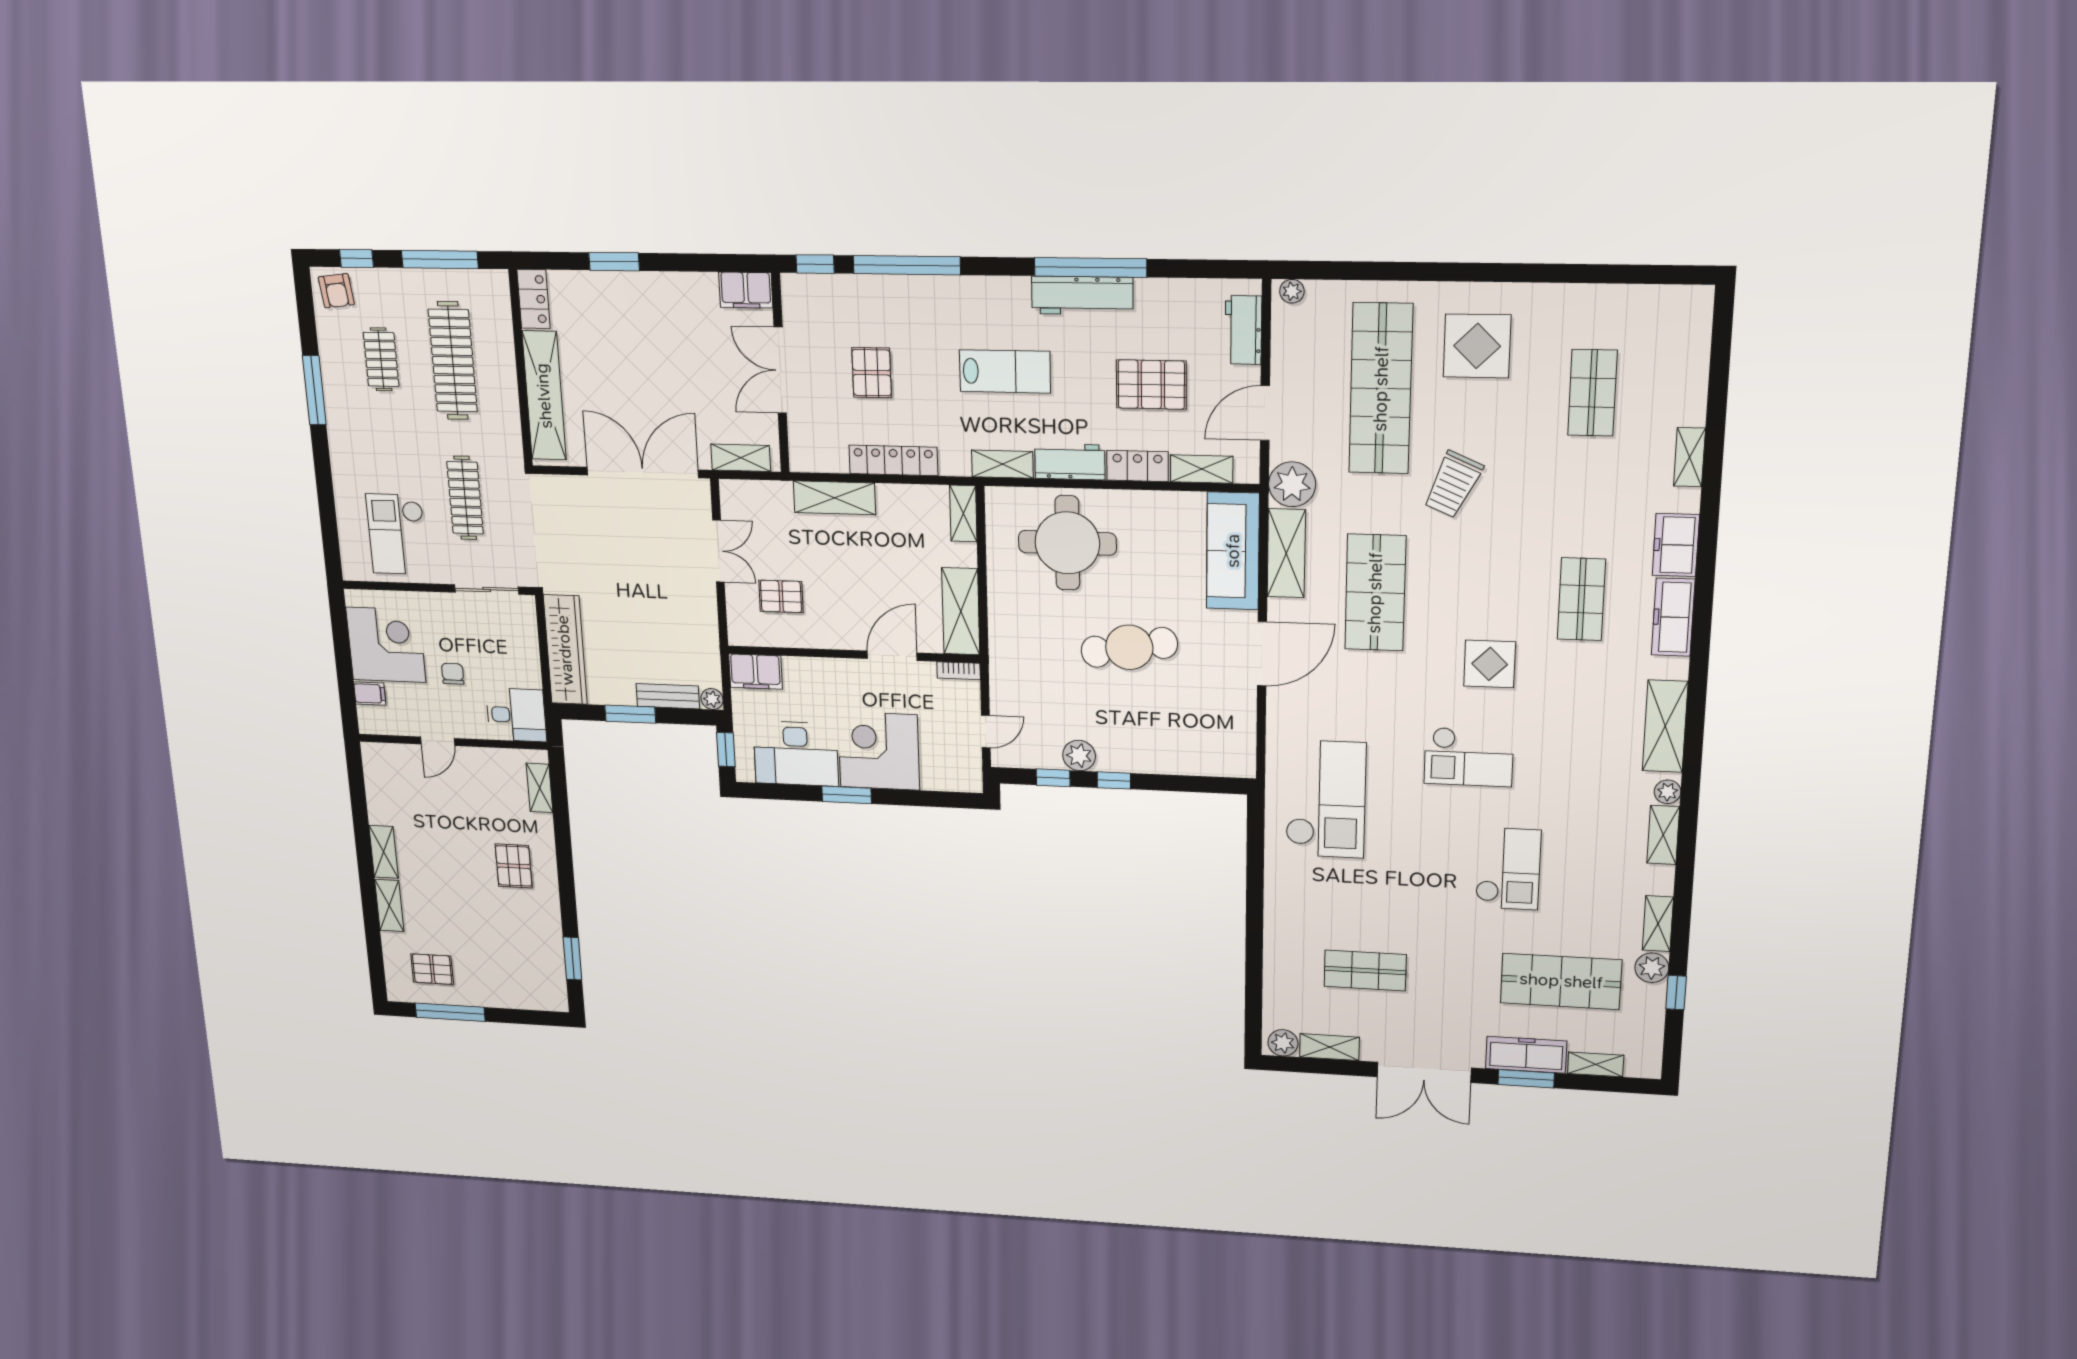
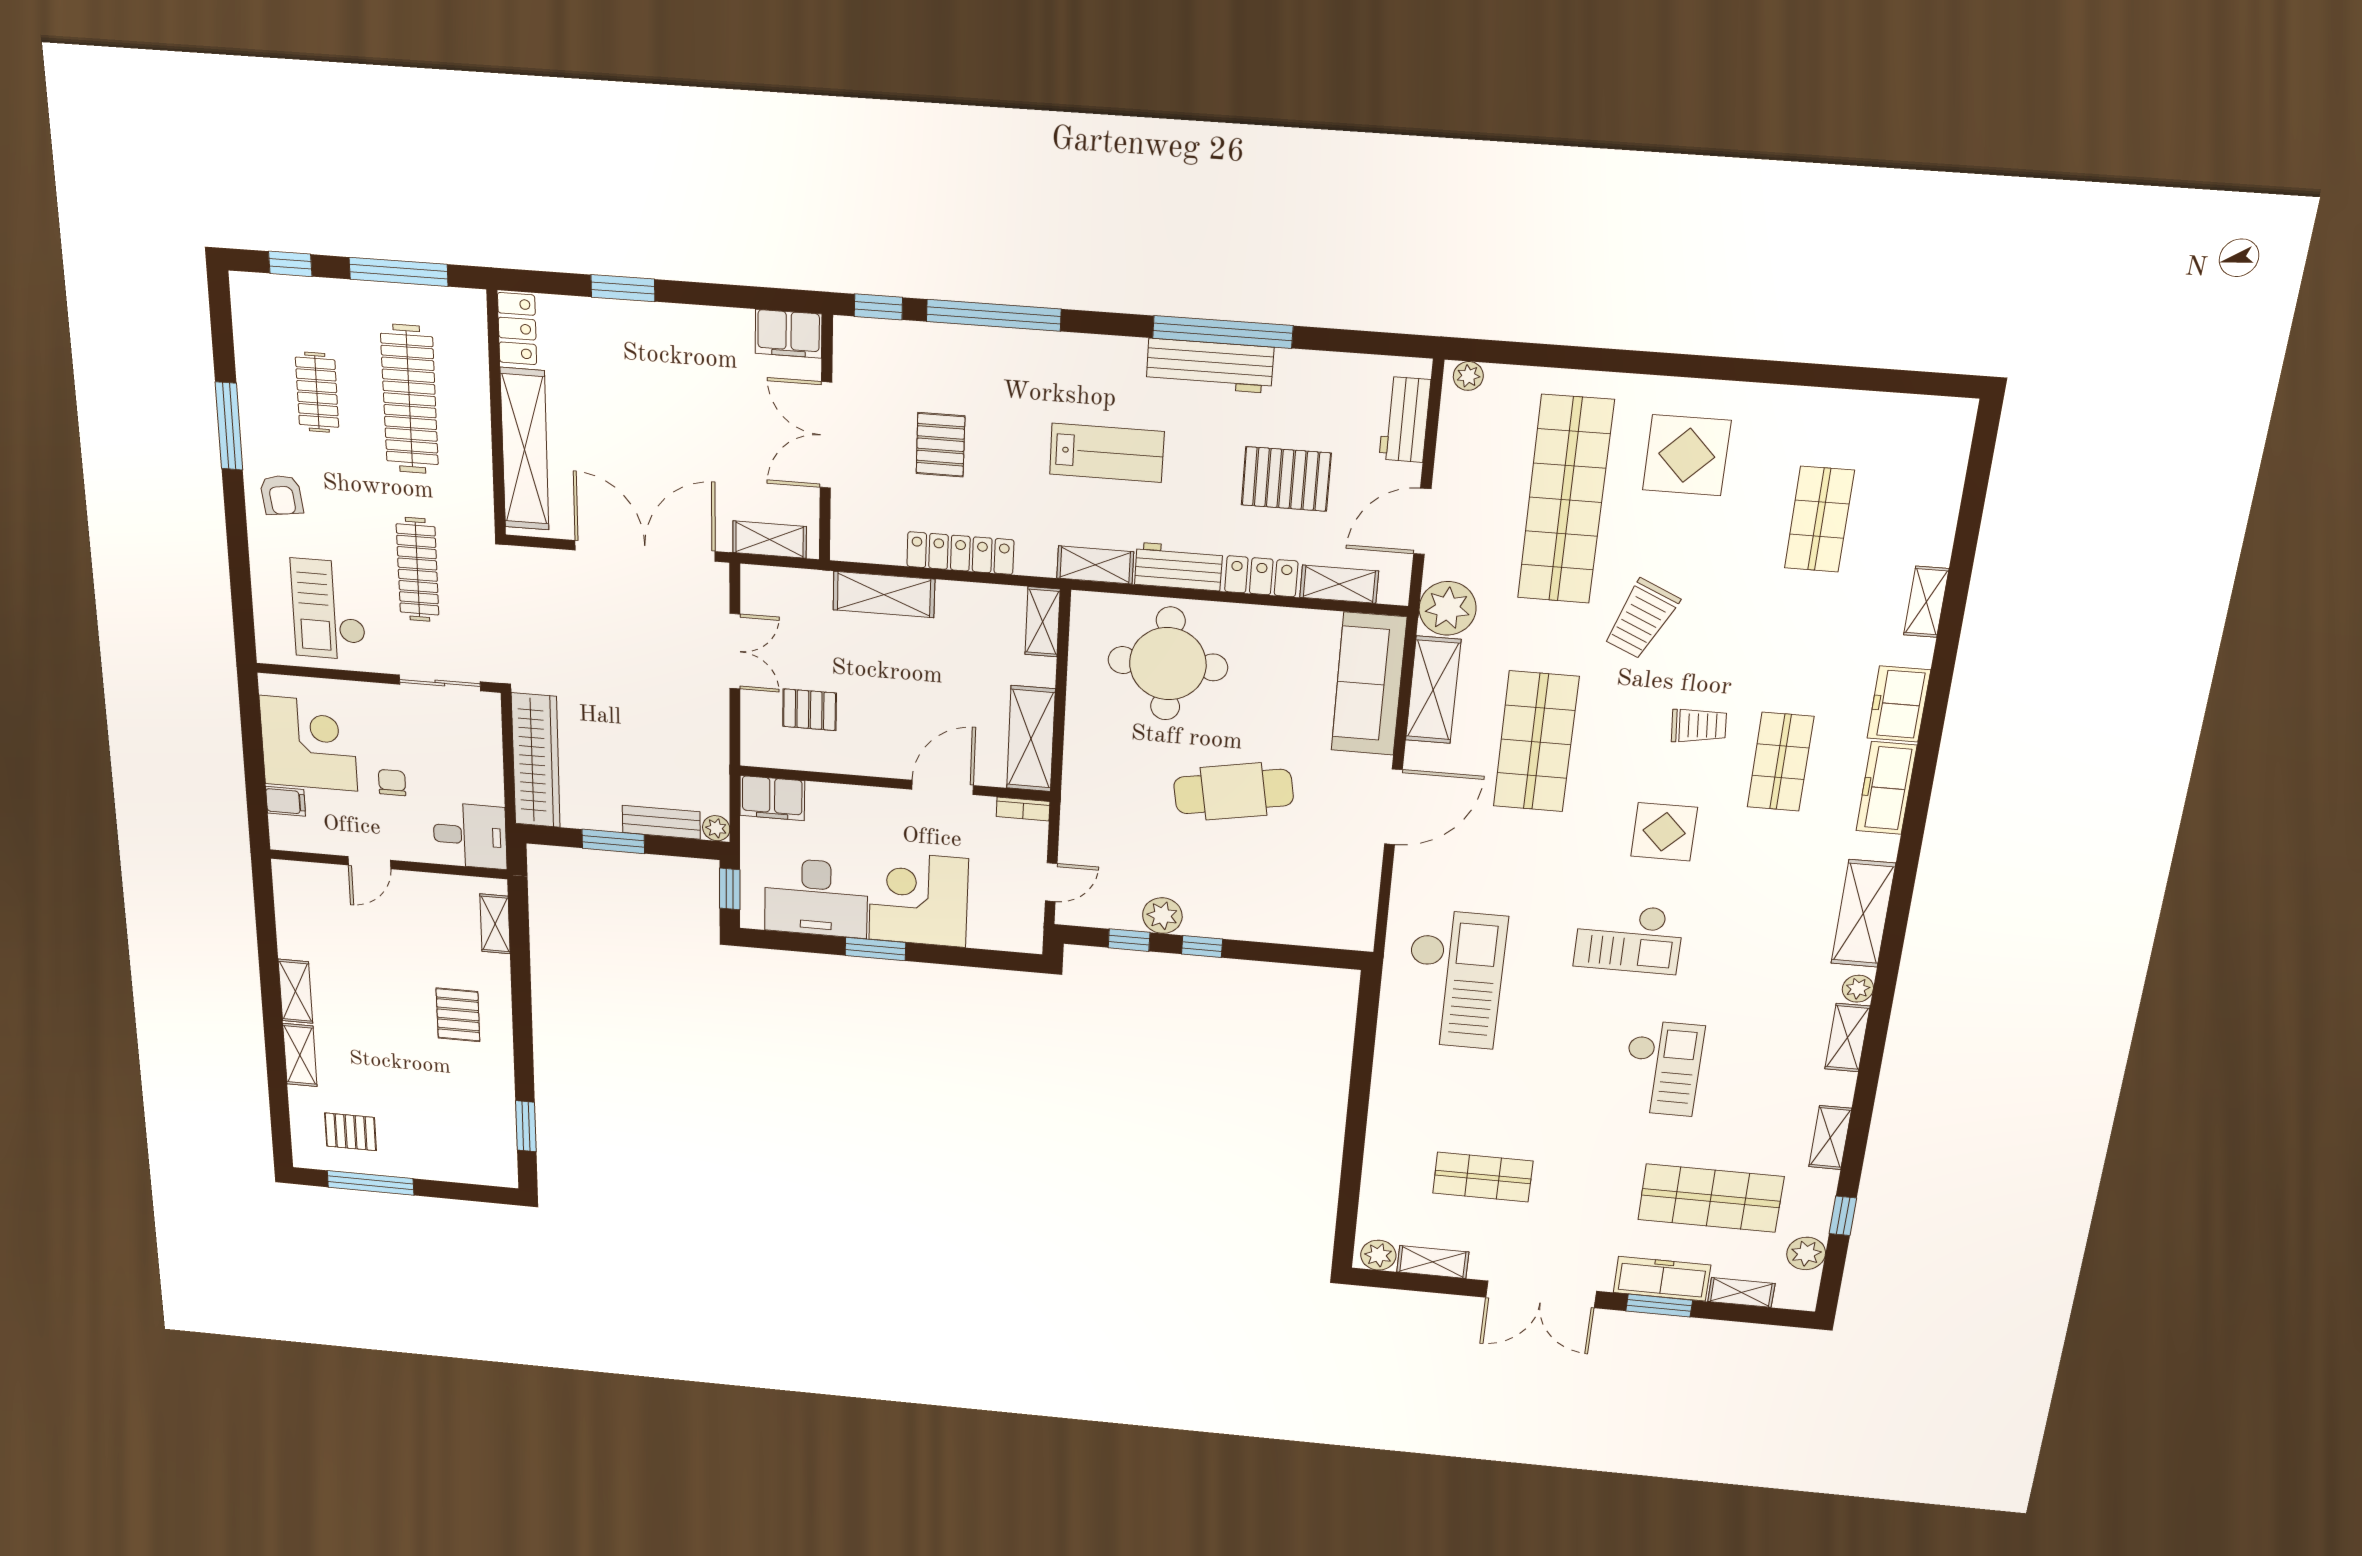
armchair: (336, 291) -> (281, 495), moved
trolley: (1510, 572) -> (1699, 726), added
plant: (1652, 968) -> (1806, 1253), moved

